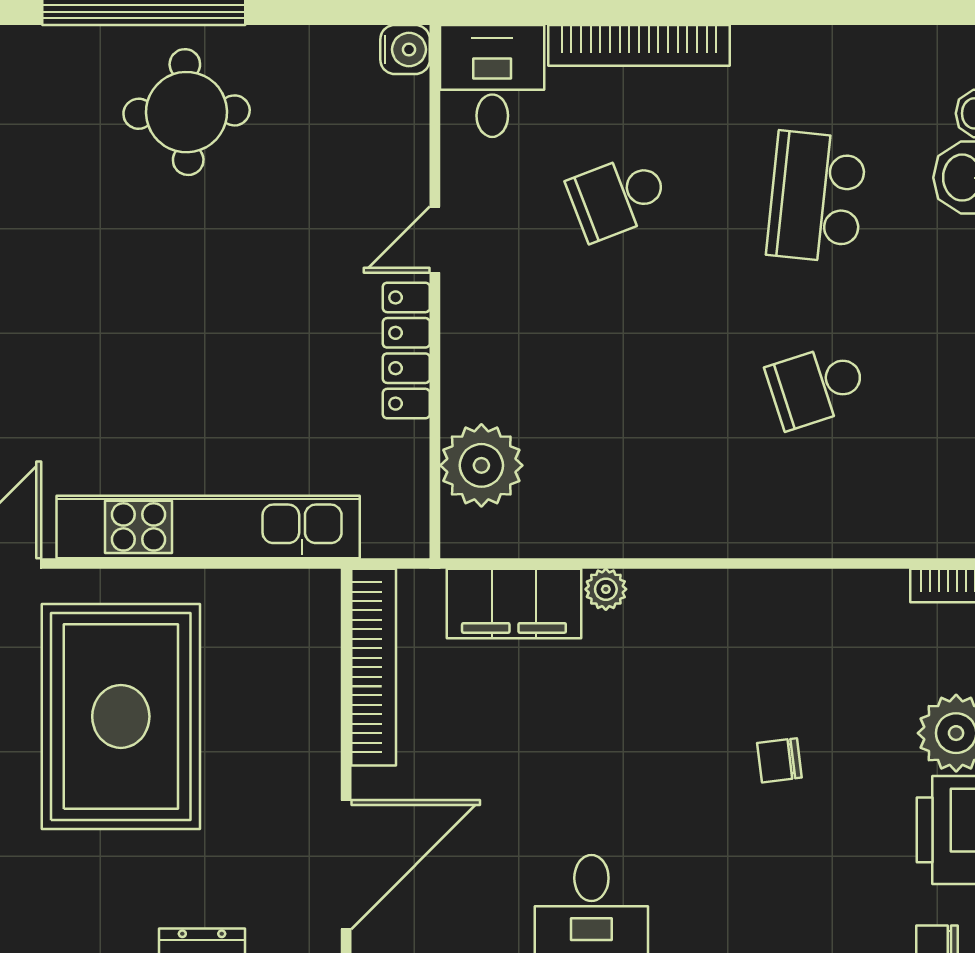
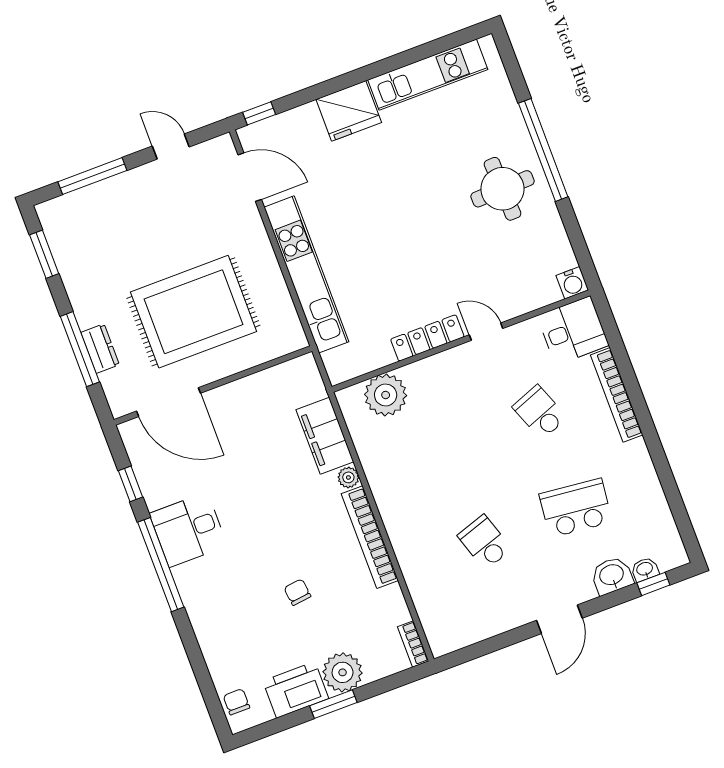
bookcase: (374, 667) -> (370, 537), moved, turned 90
rug: (121, 716) -> (193, 312), moved

